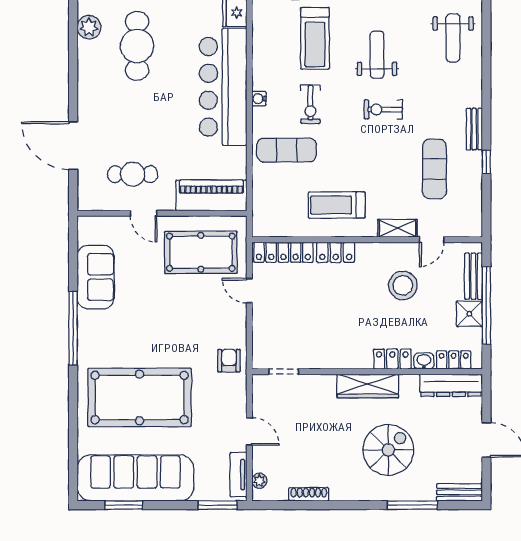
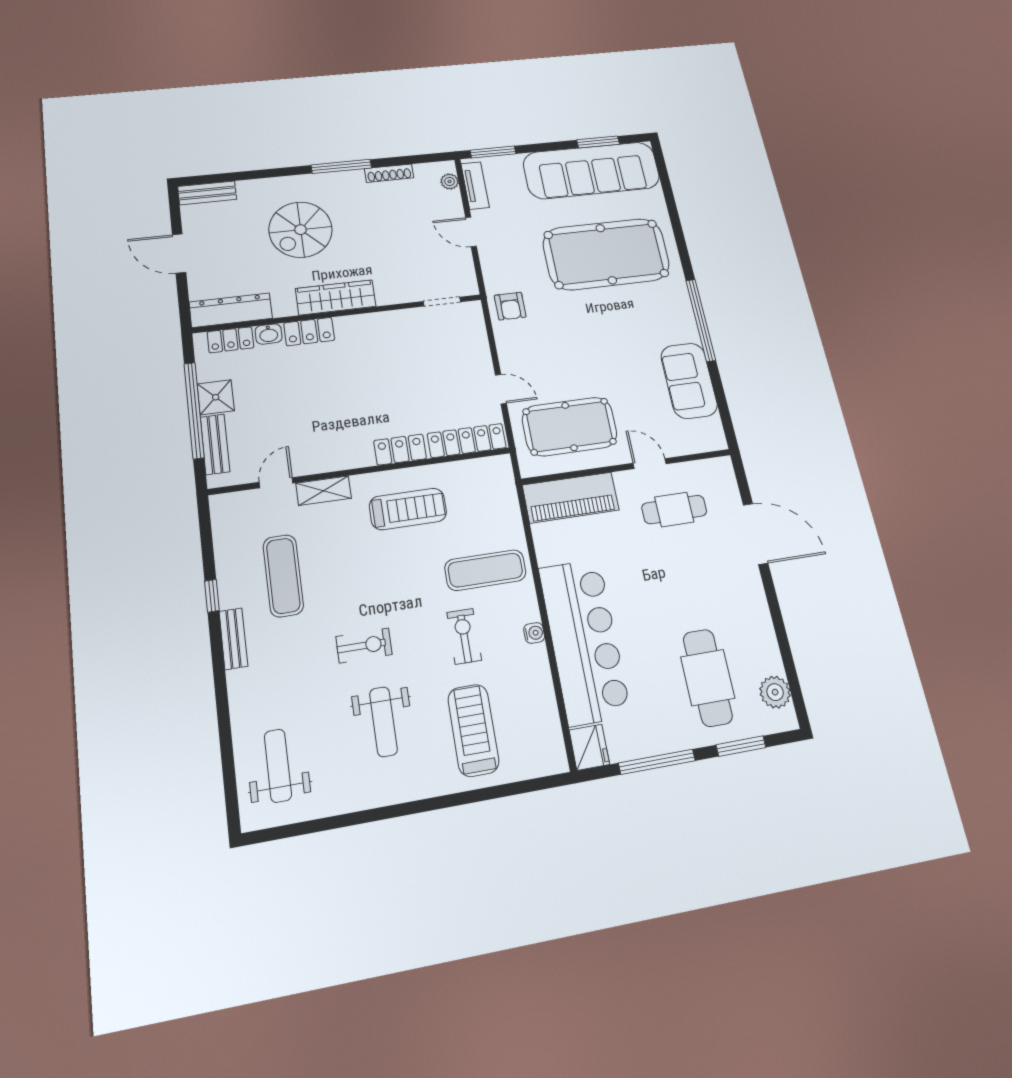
stool: (403, 285) -> (307, 421), removed
window: (412, 505) -> (341, 166), moved

